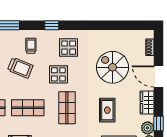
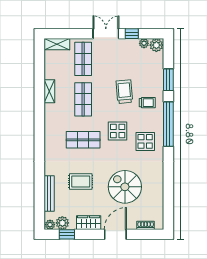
window: (52, 25) -> (168, 124), width x3.17
spiral stairs: (113, 67) -> (125, 187), turned -90
trolley: (20, 68) -> (124, 92), turned 153

